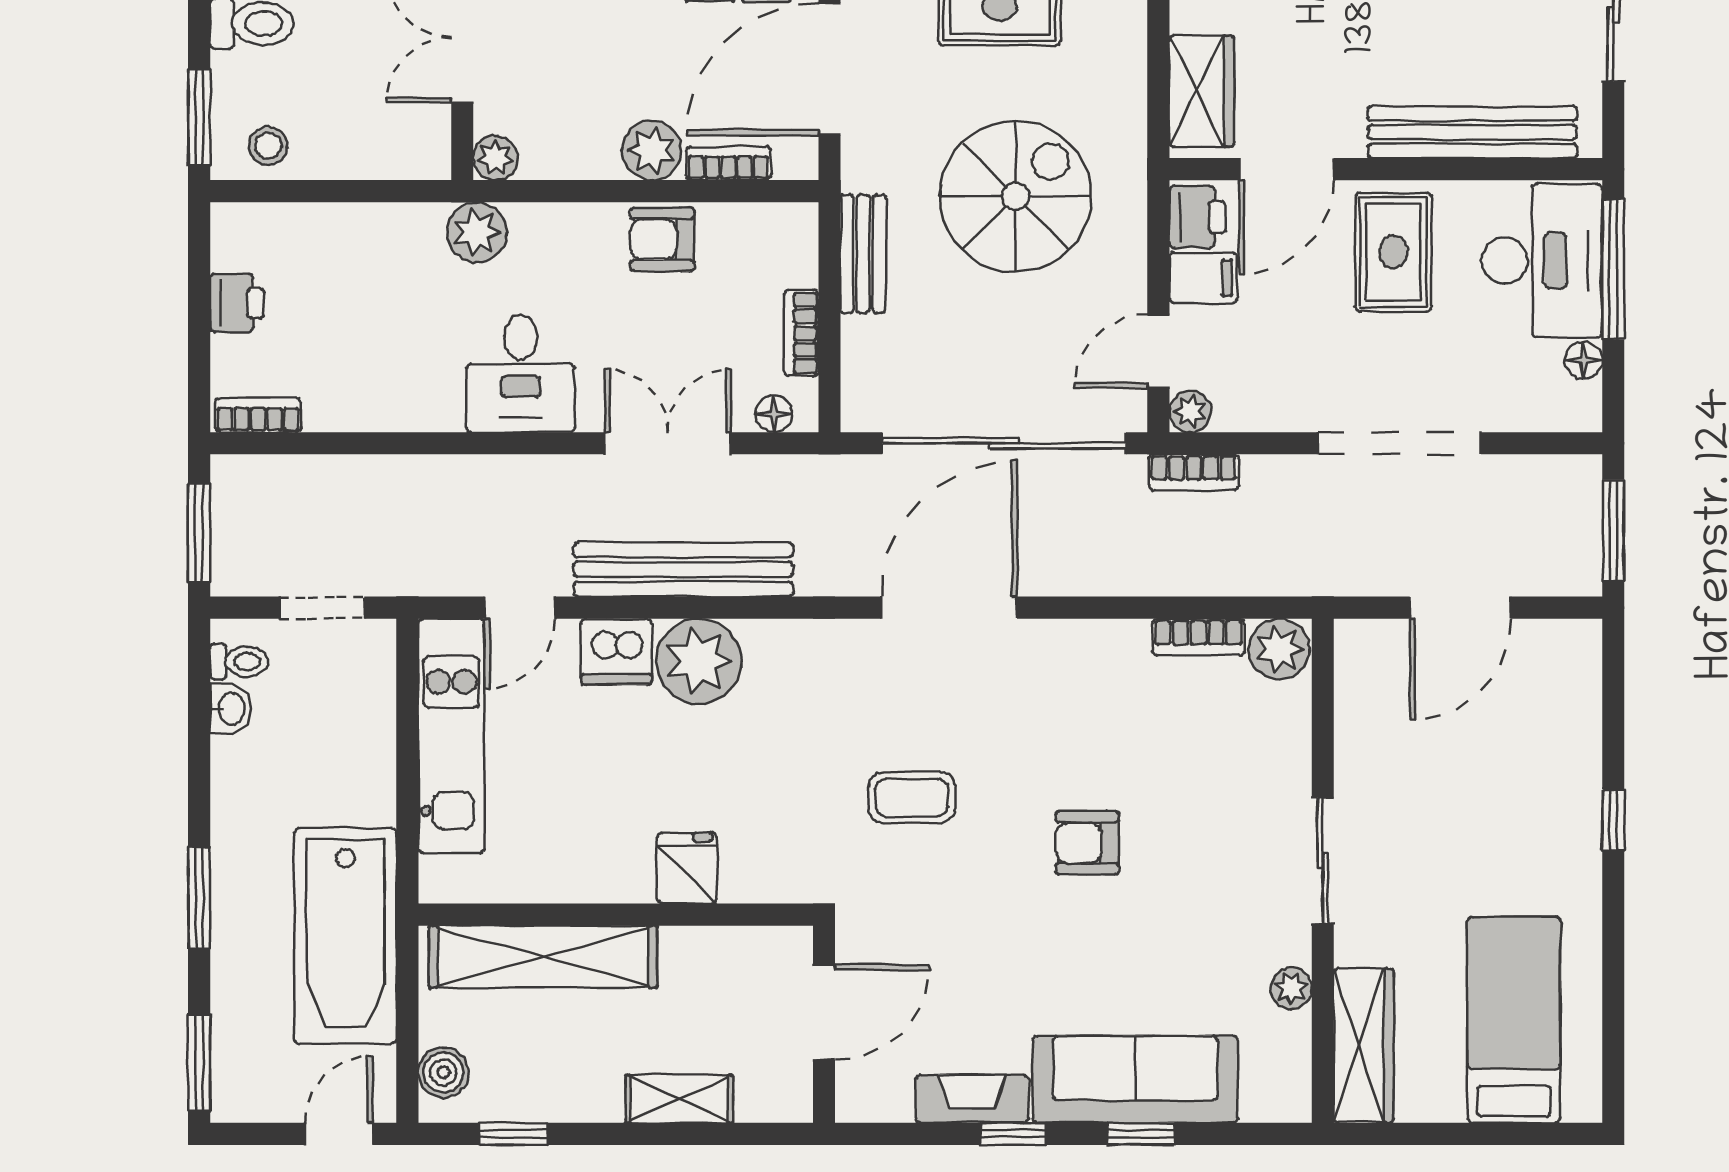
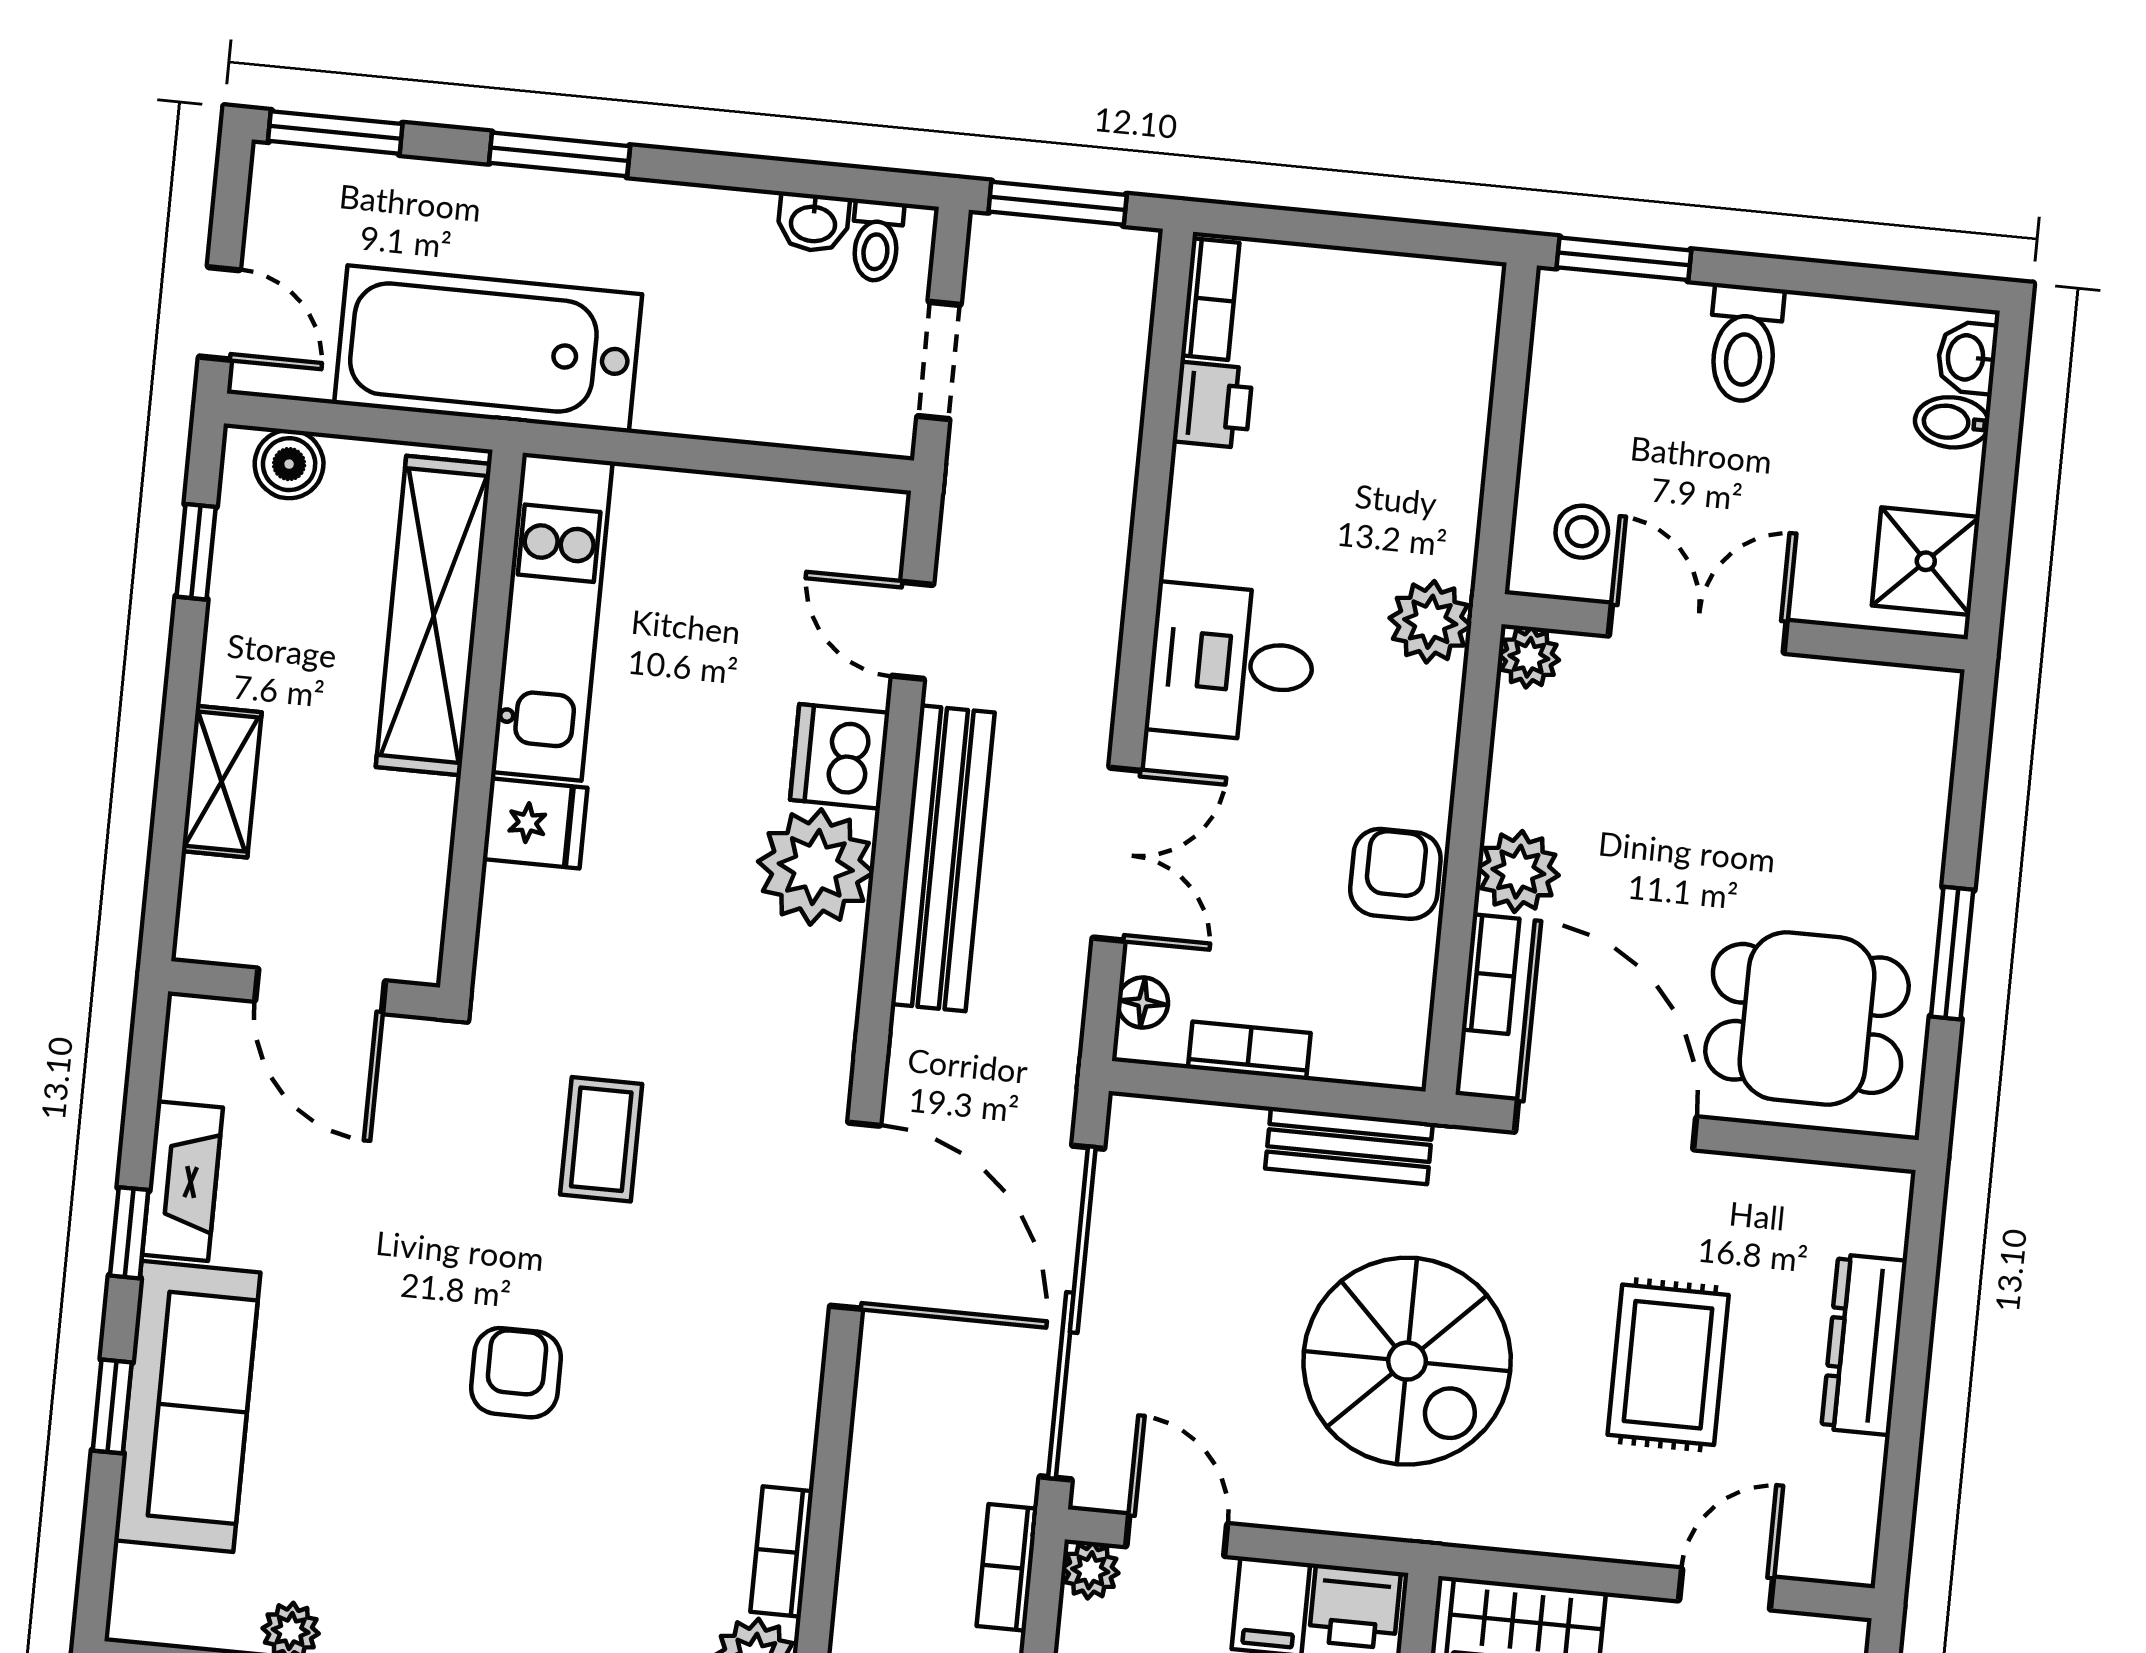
stool: (268, 146) -> (1582, 532), moved
printer: (237, 303) -> (1213, 405), moved, turned -90
kitchen unit: (451, 736) -> (552, 617), moved, turned -90

